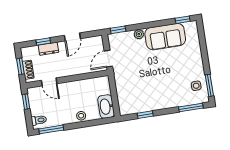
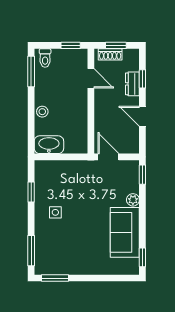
door: (49, 82) -> (91, 78), swing flipped
side table: (196, 86) -> (55, 212), moved

